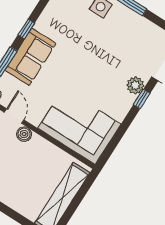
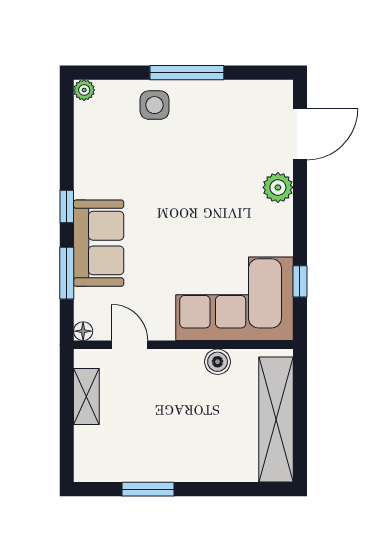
window: (142, 99) -> (300, 281), moved
boiler: (24, 134) -> (218, 362), moved

